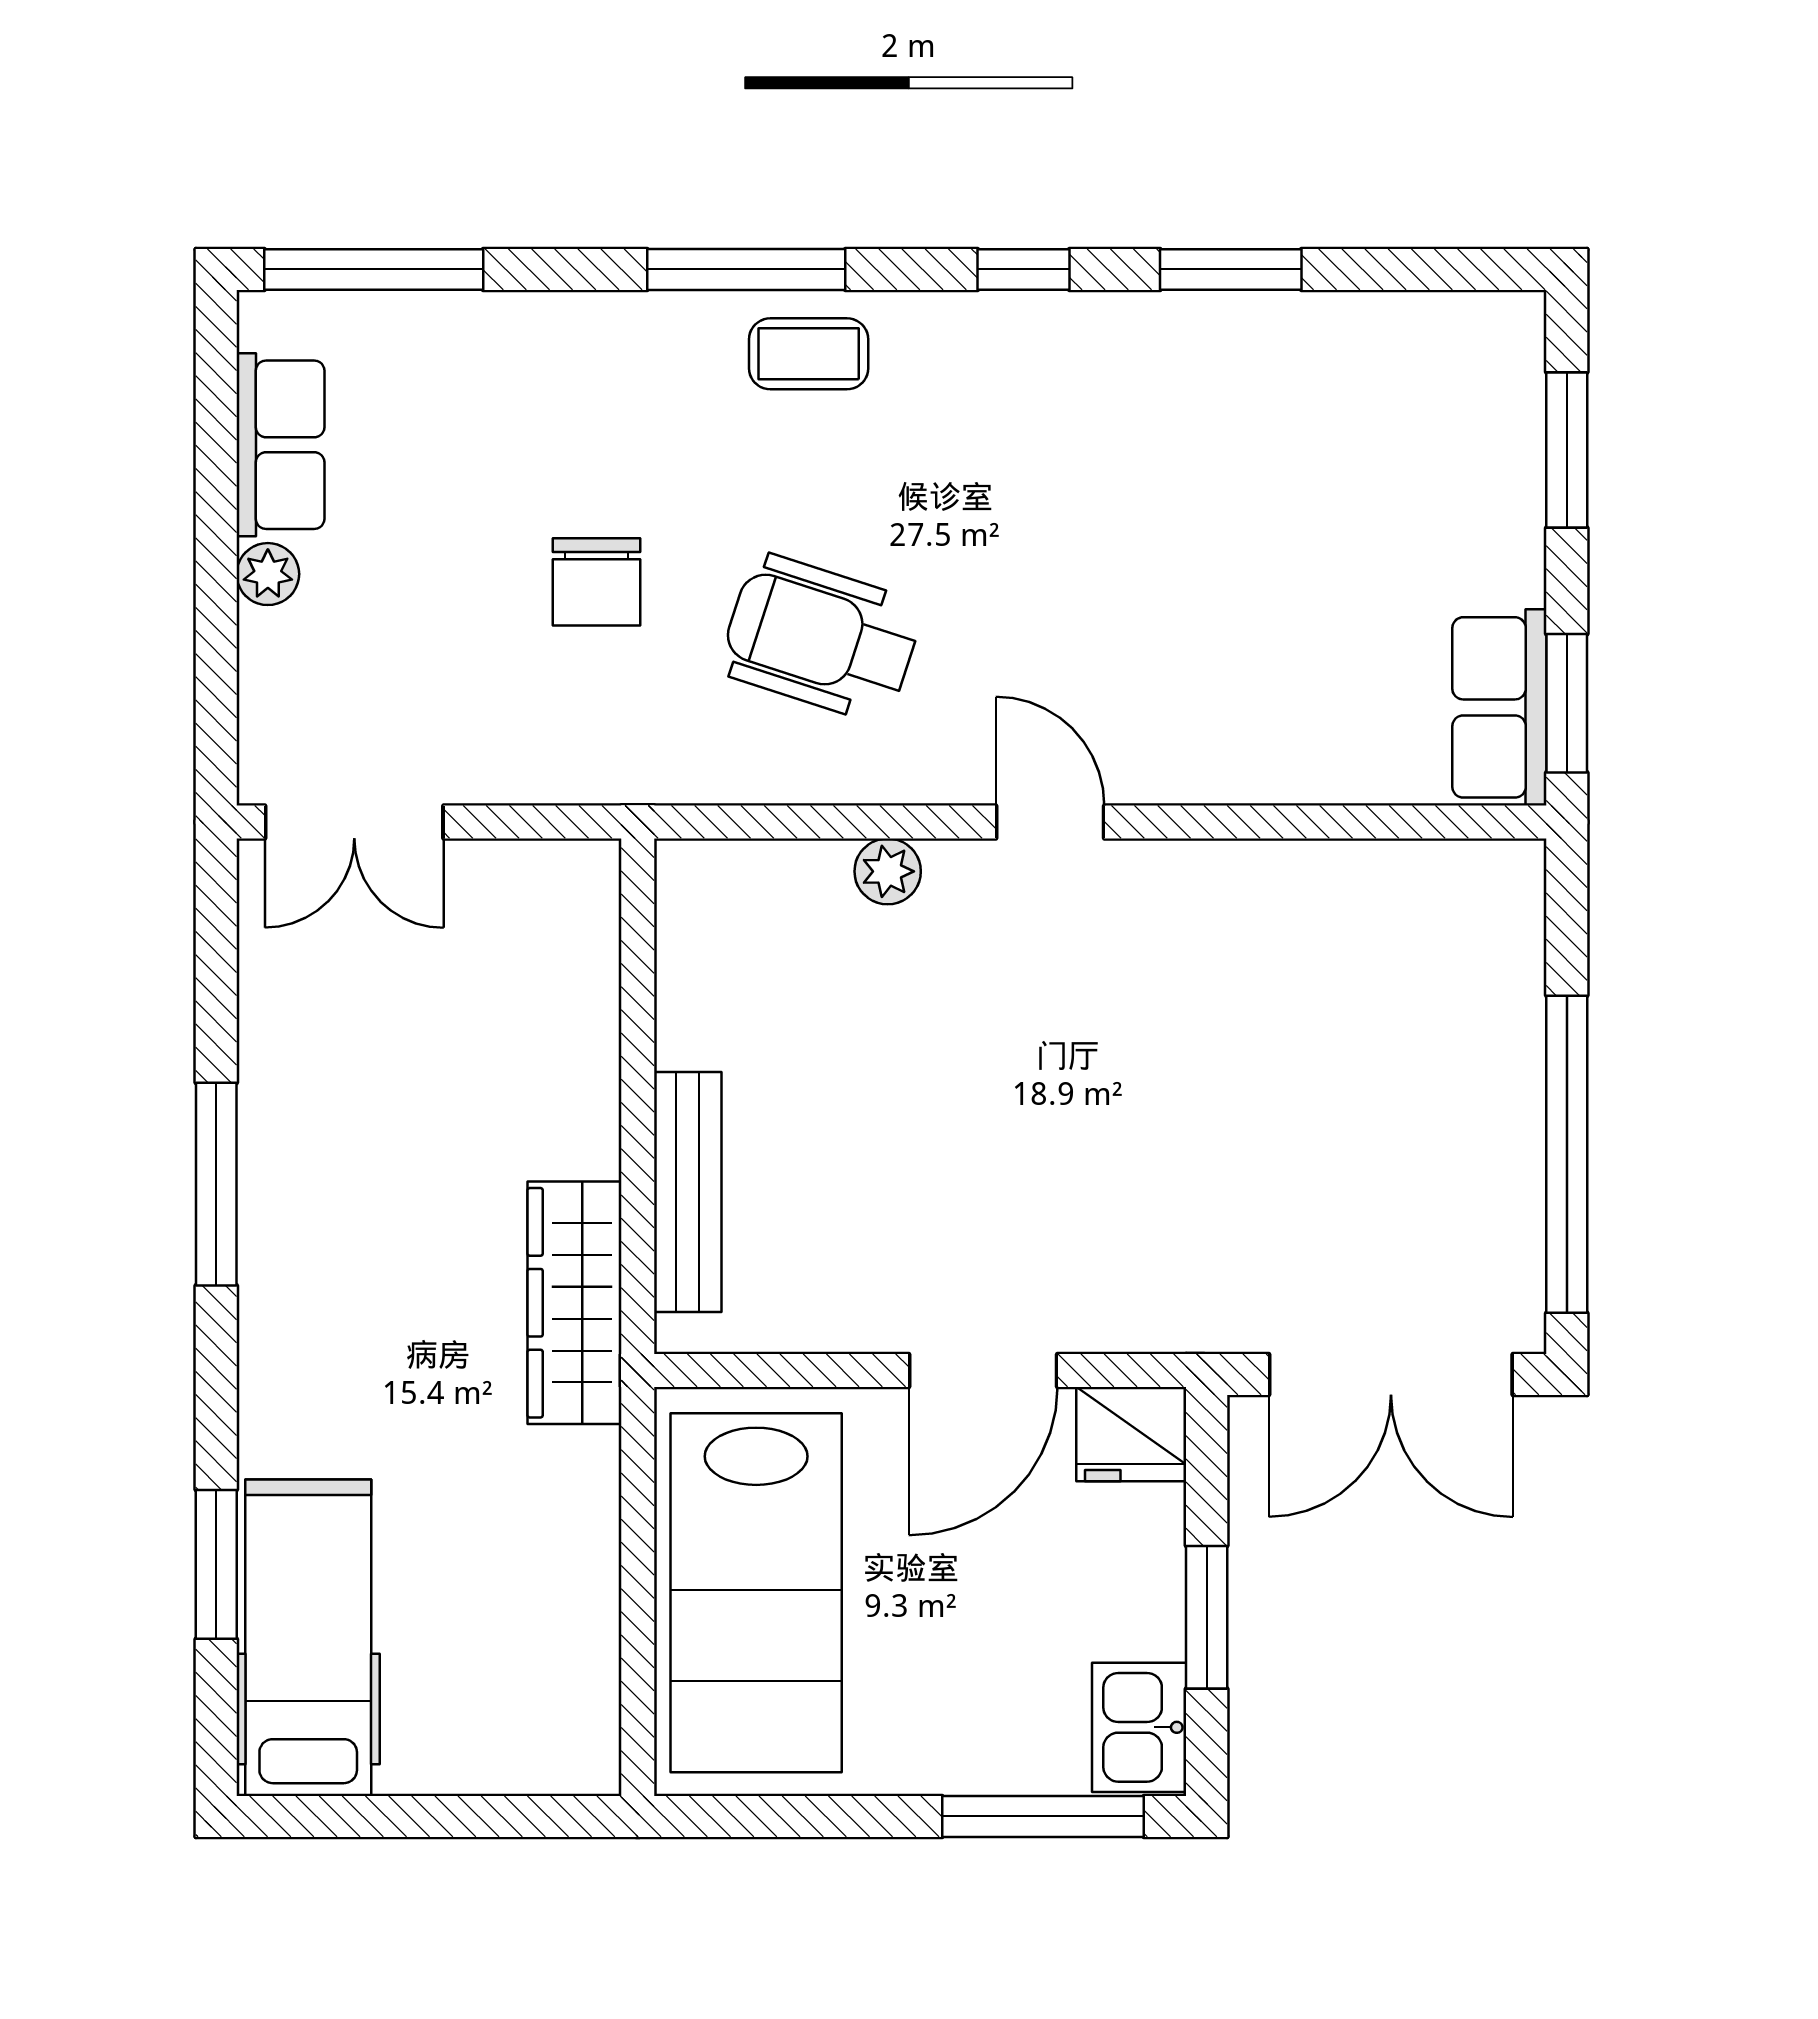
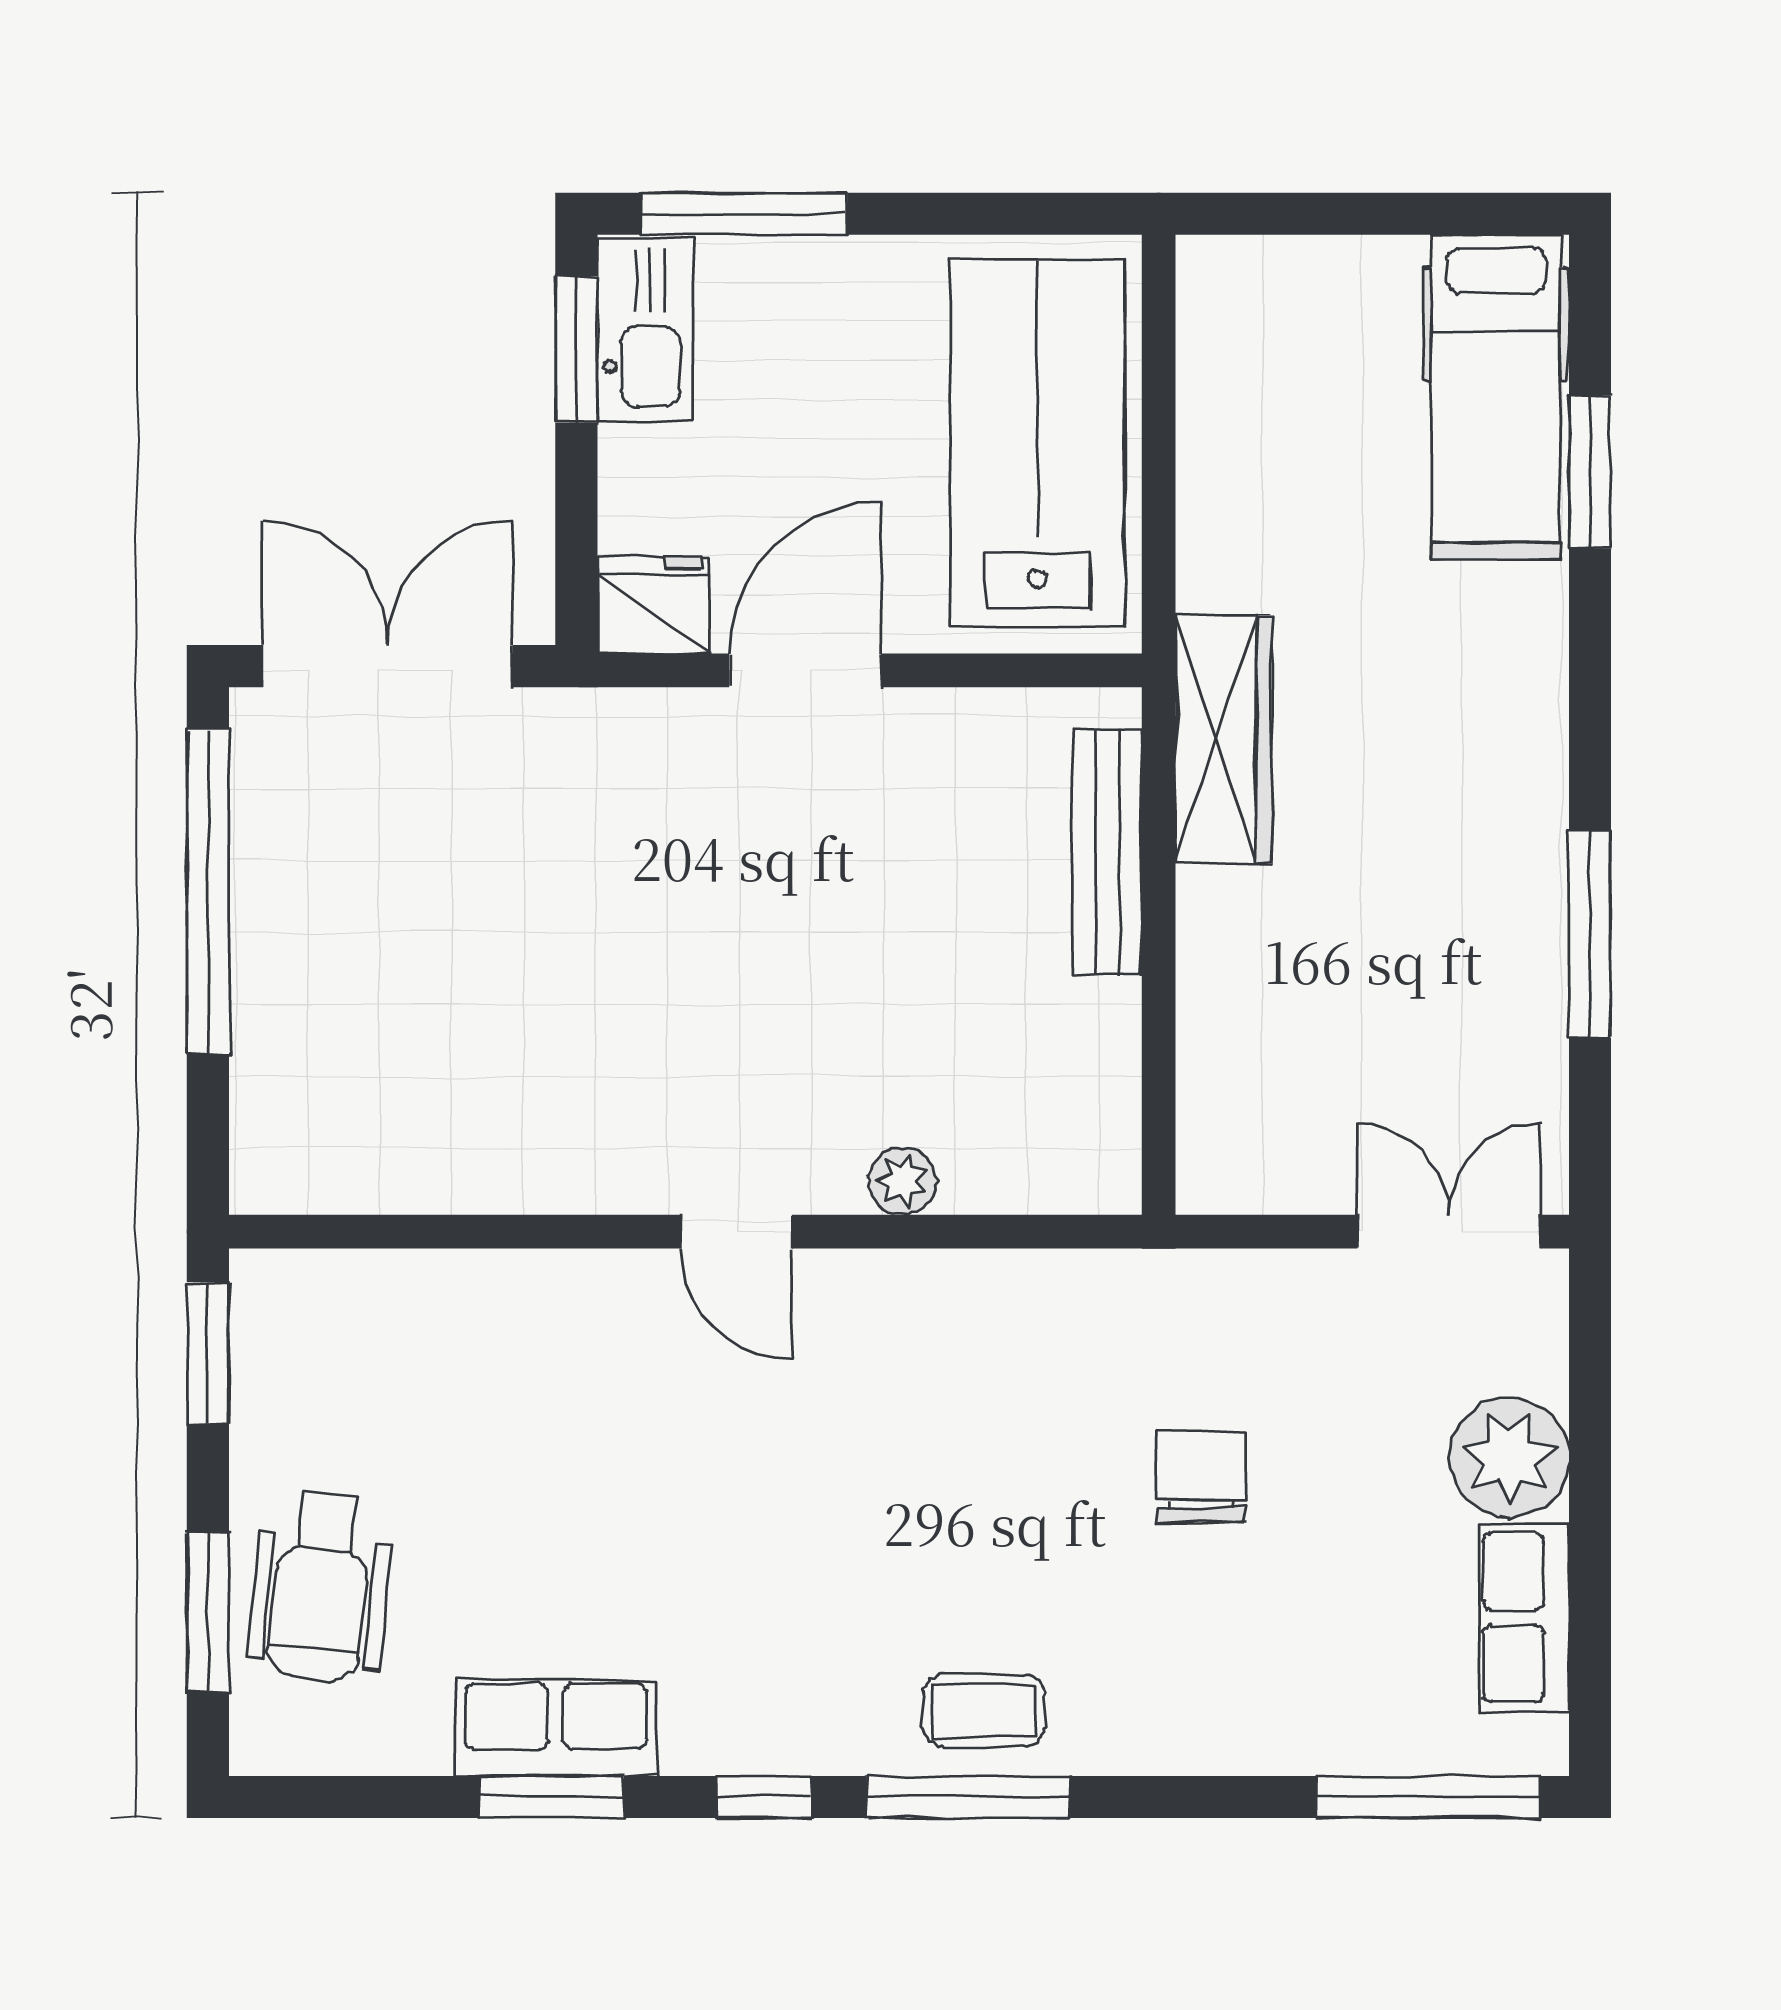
window: (746, 269) -> (968, 1797), moved
plant: (268, 574) -> (1509, 1457), width x1.88, depth x1.88
wheelchair: (821, 638) -> (320, 1586), moved, turned 78
row of seats: (1499, 707) -> (556, 1728), moved, turned -90
window: (216, 1184) -> (1590, 934), moved
window: (1207, 1617) -> (576, 349), moved
kitchen sink: (1139, 1727) -> (645, 330), width x1.38

